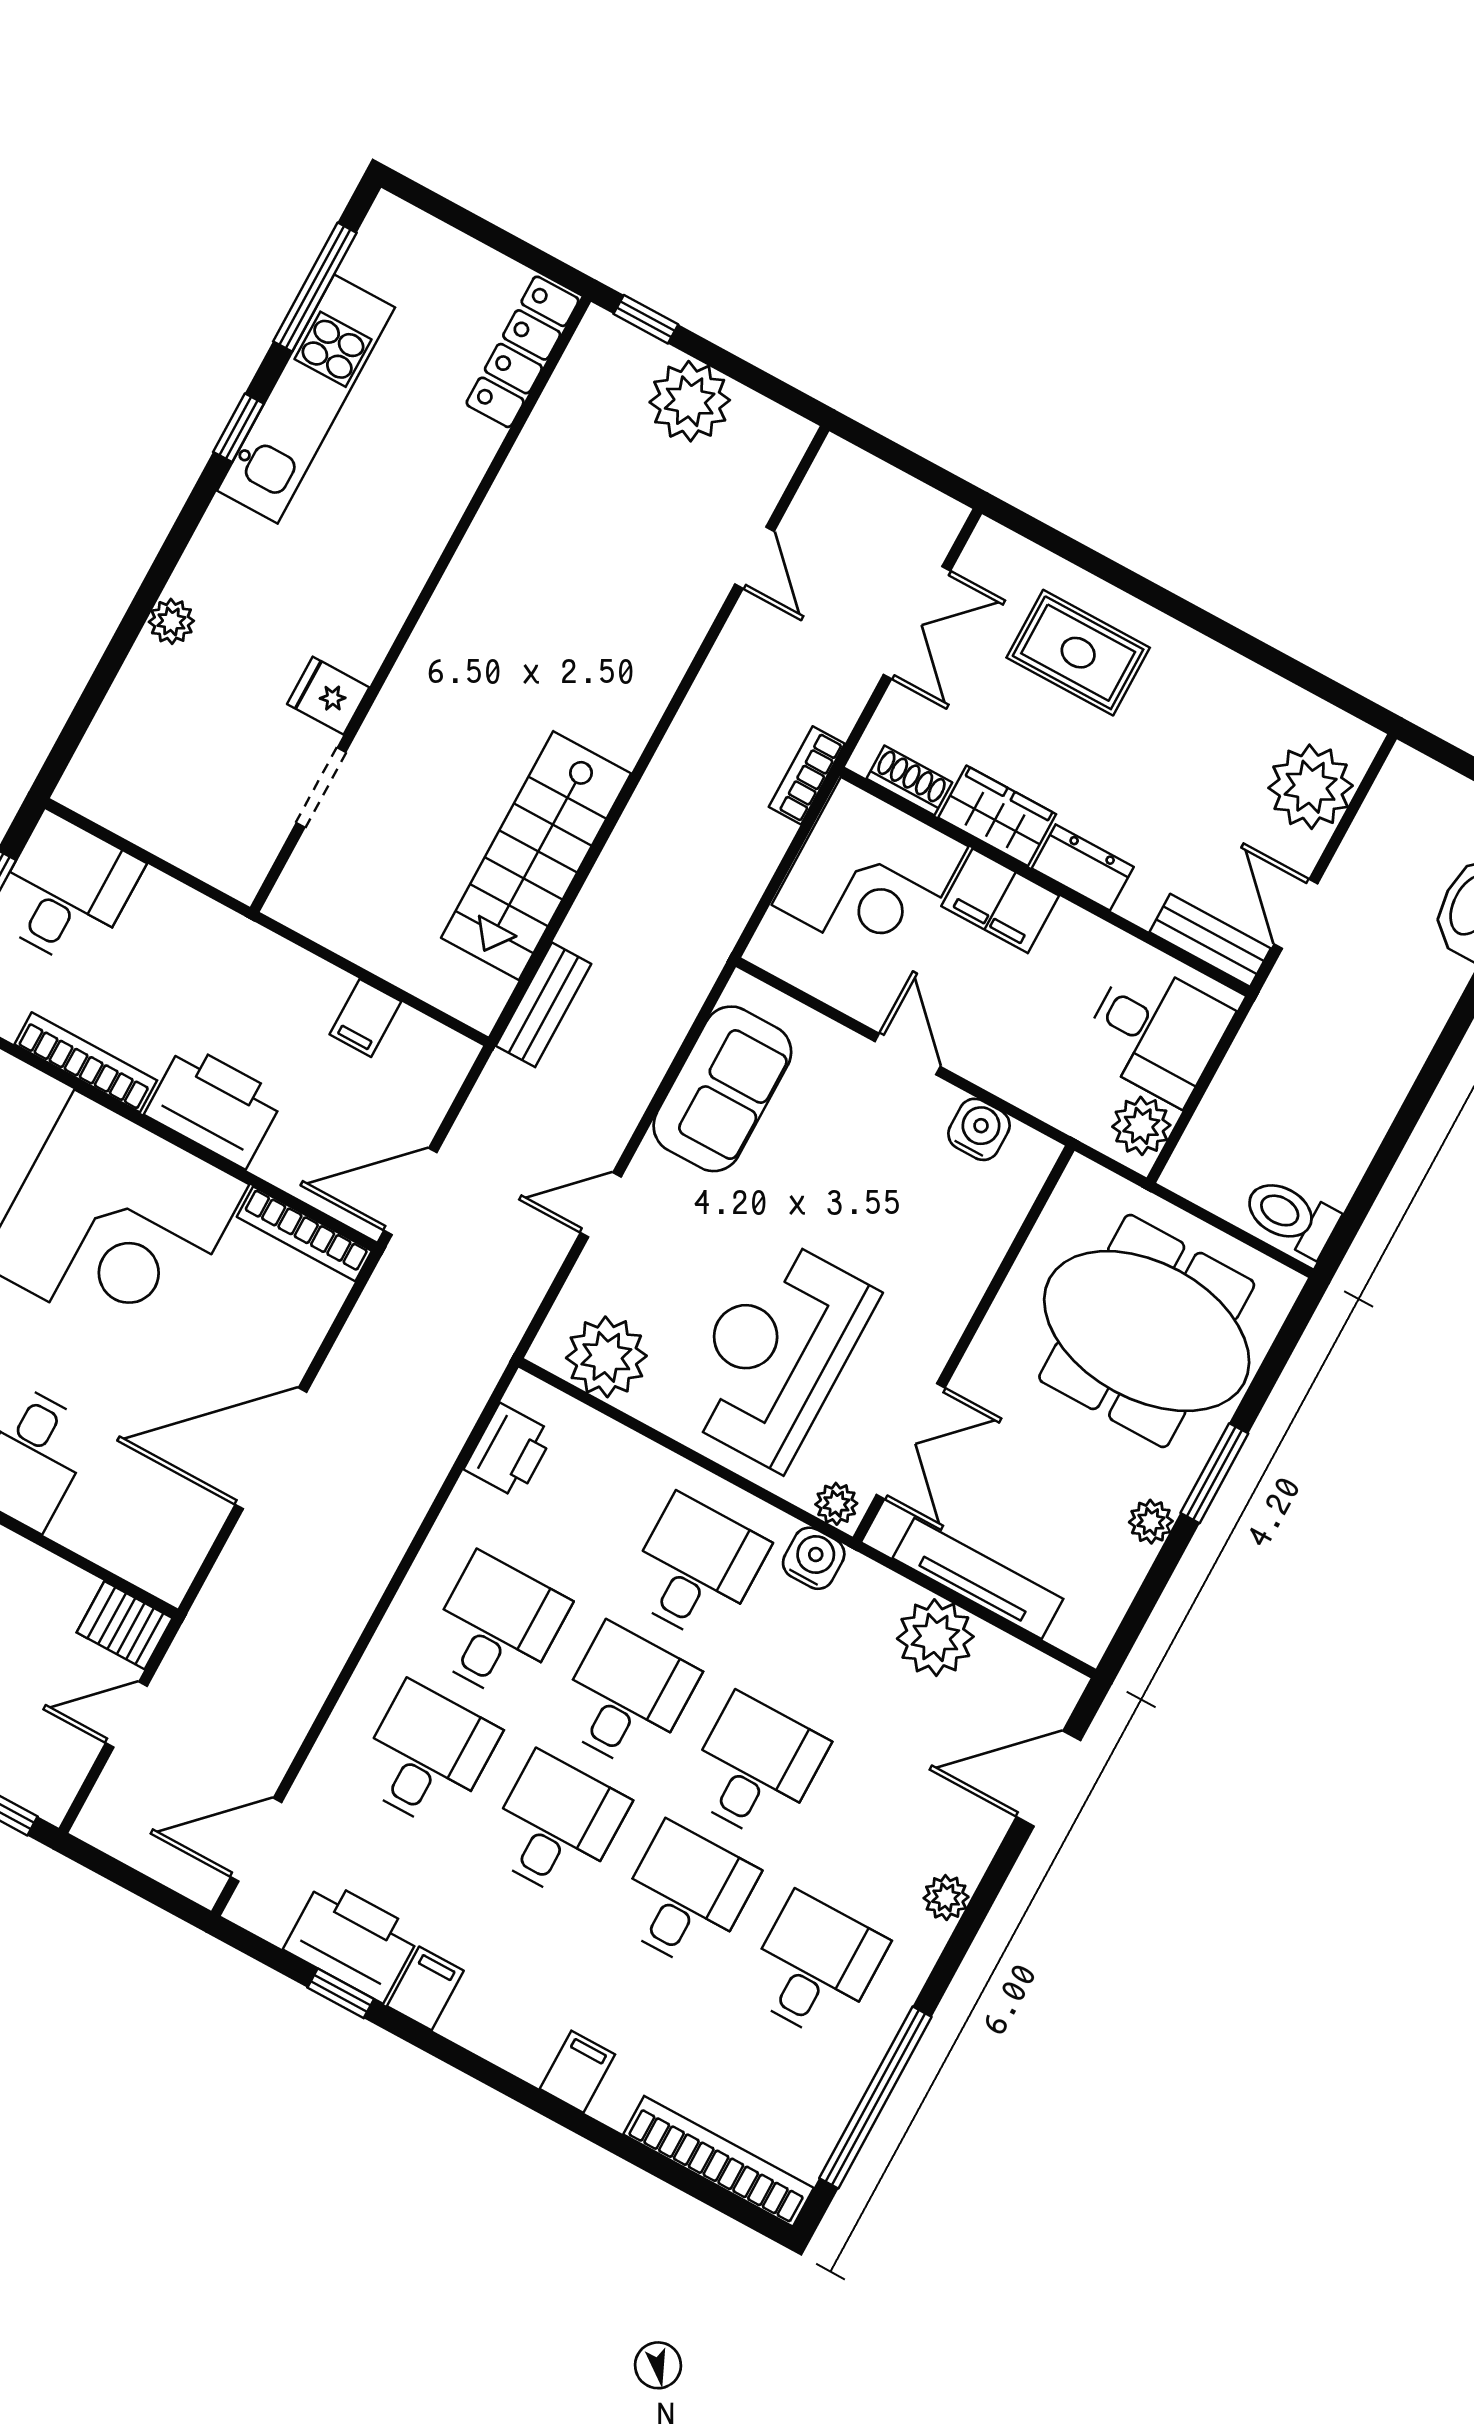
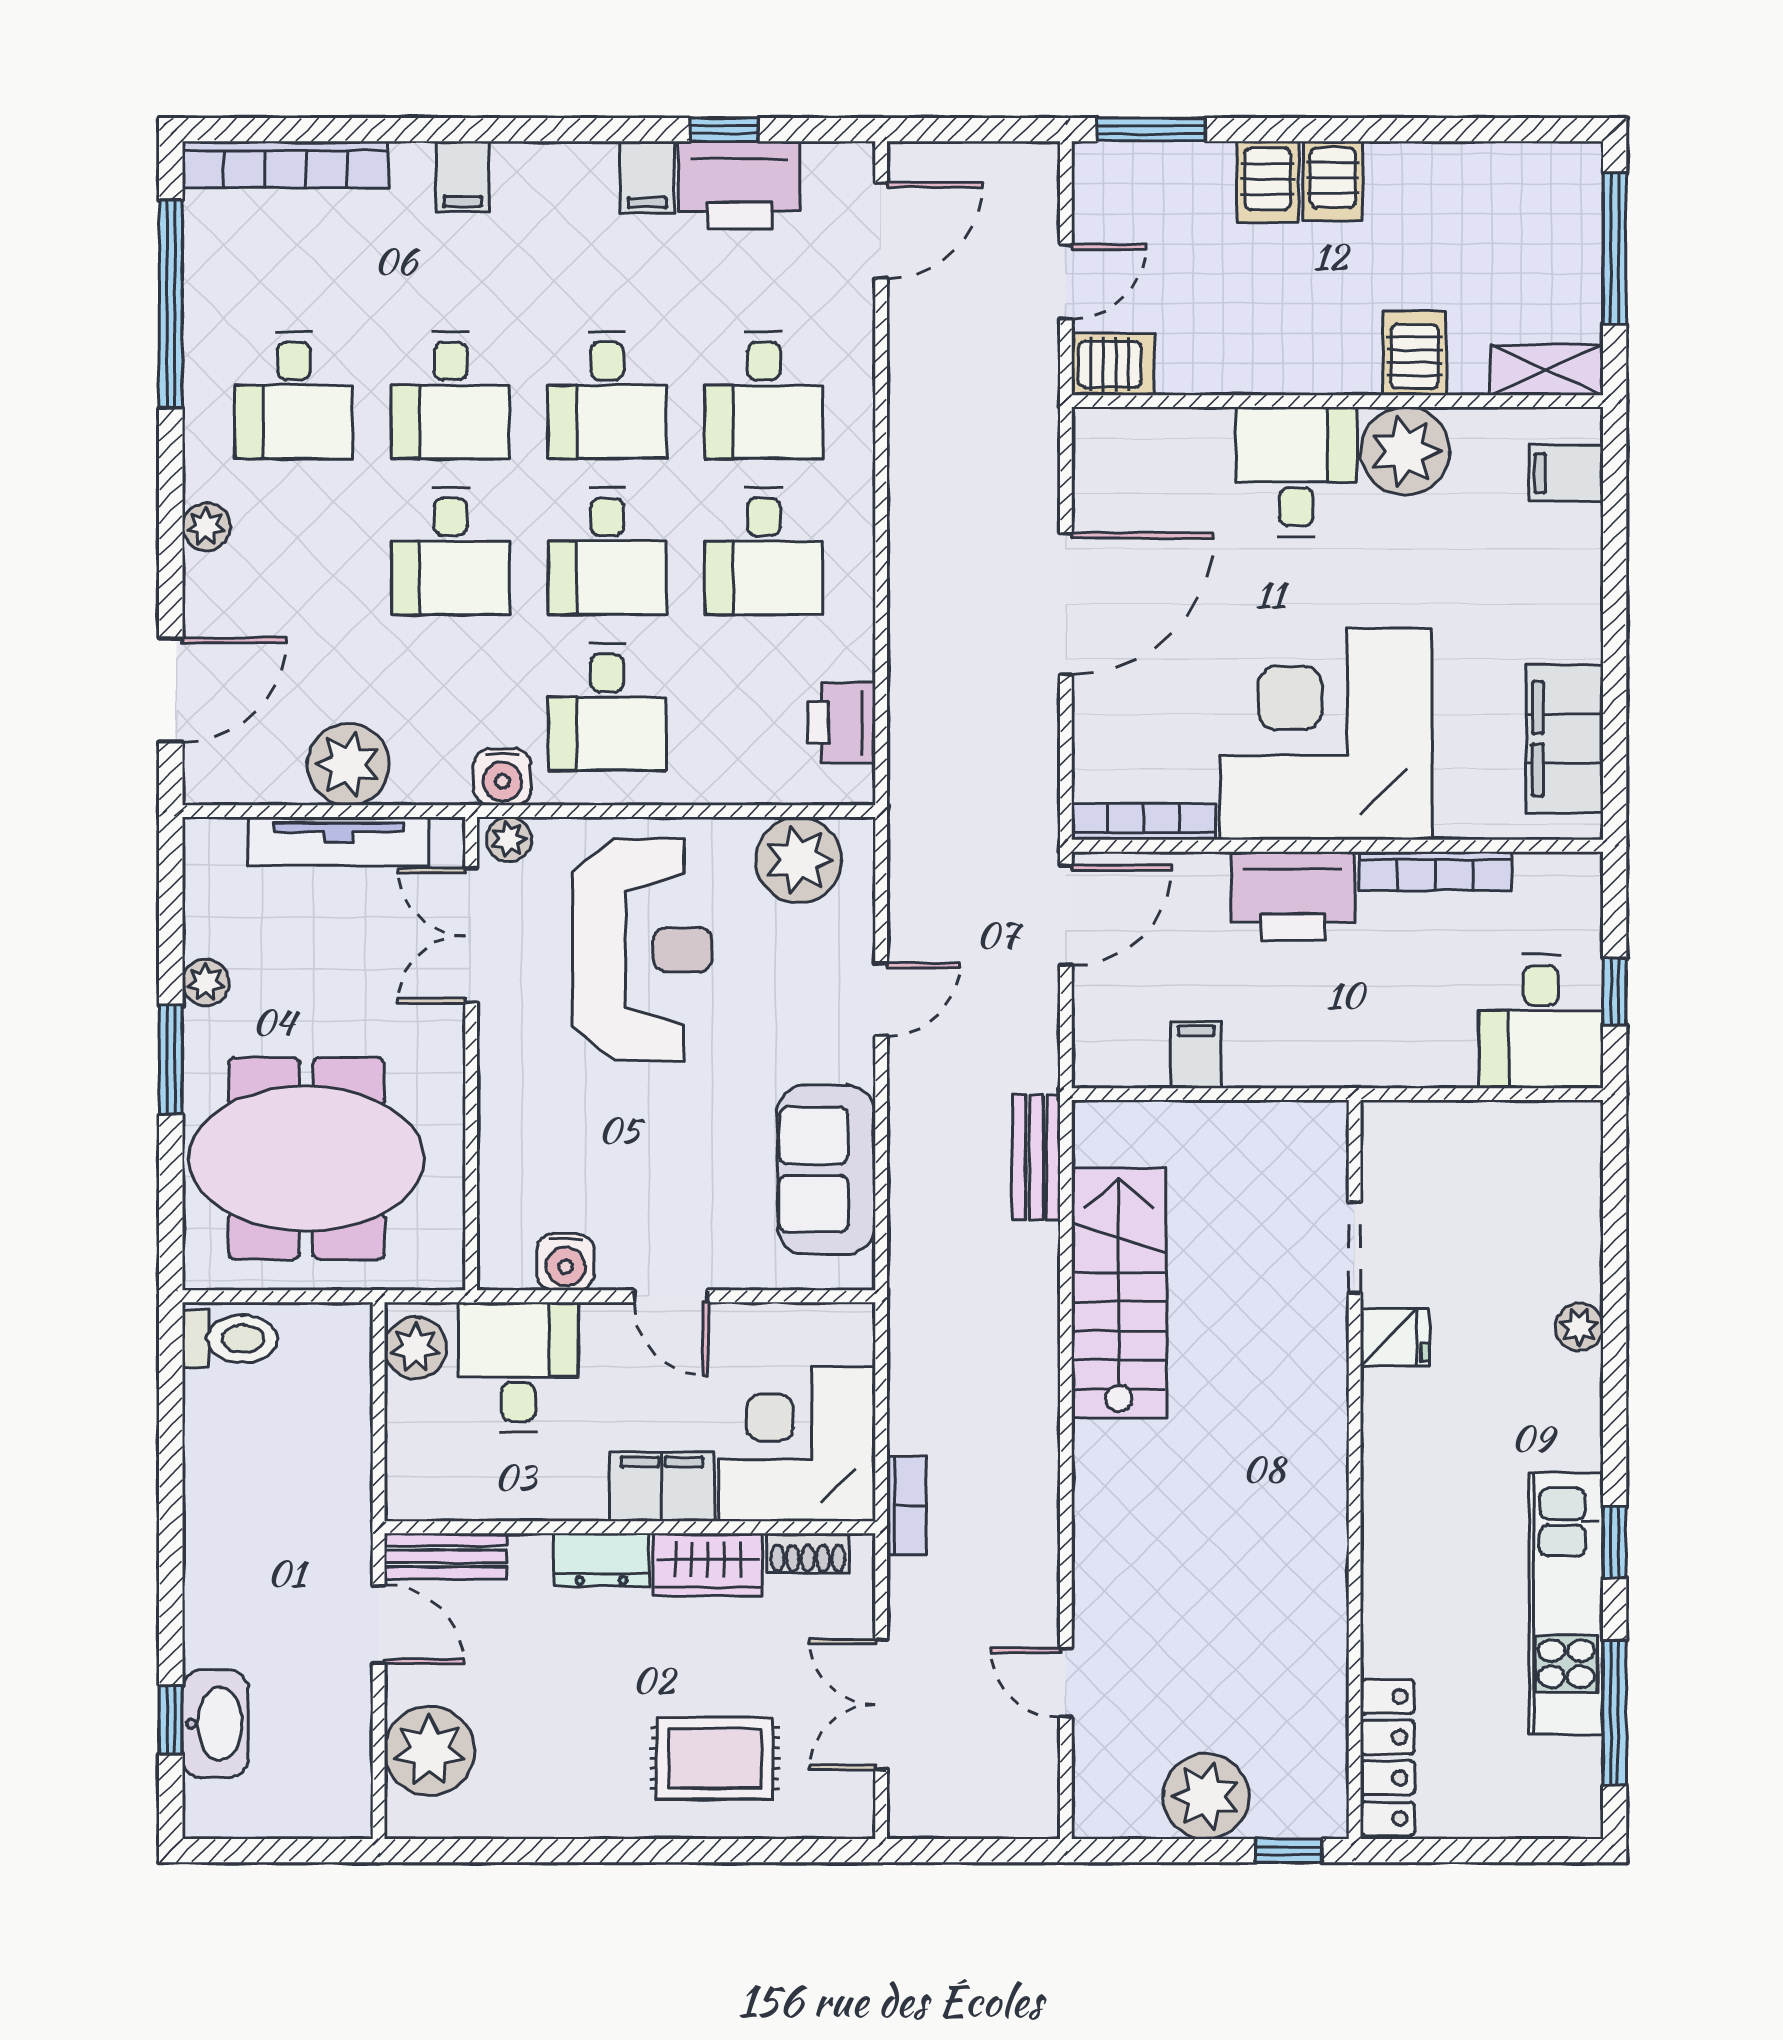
desk: (1156, 1032) -> (518, 1367), moved, turned 90

